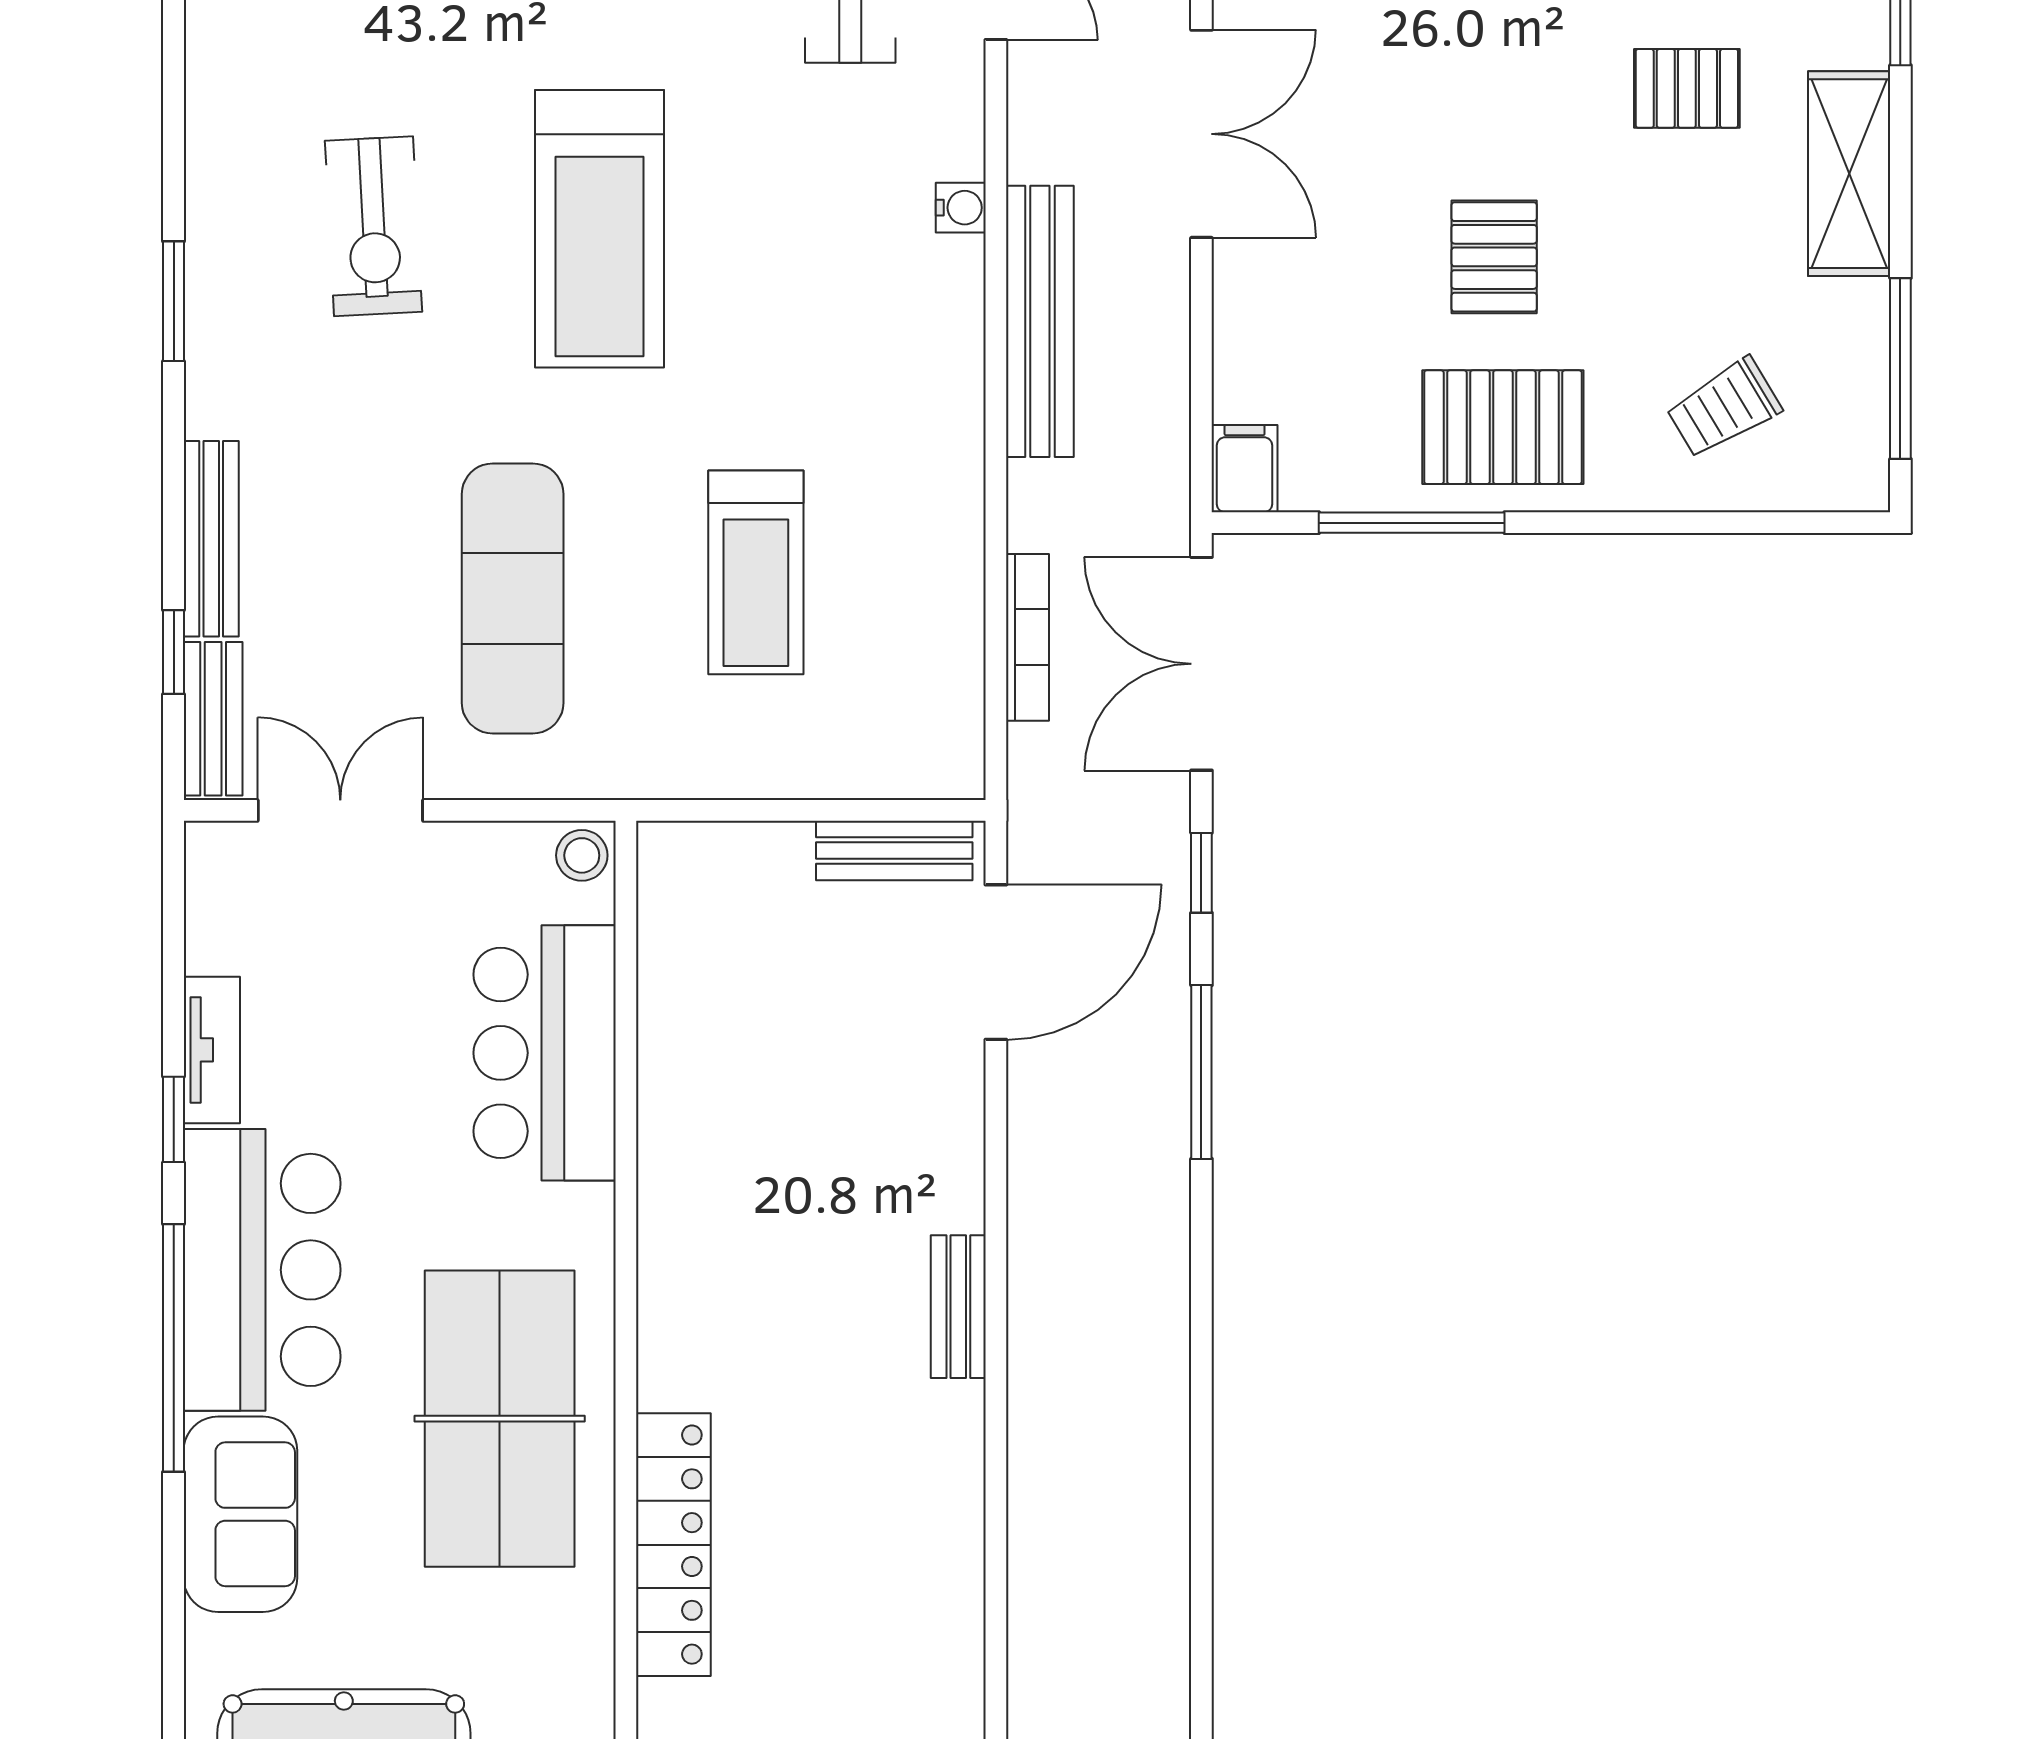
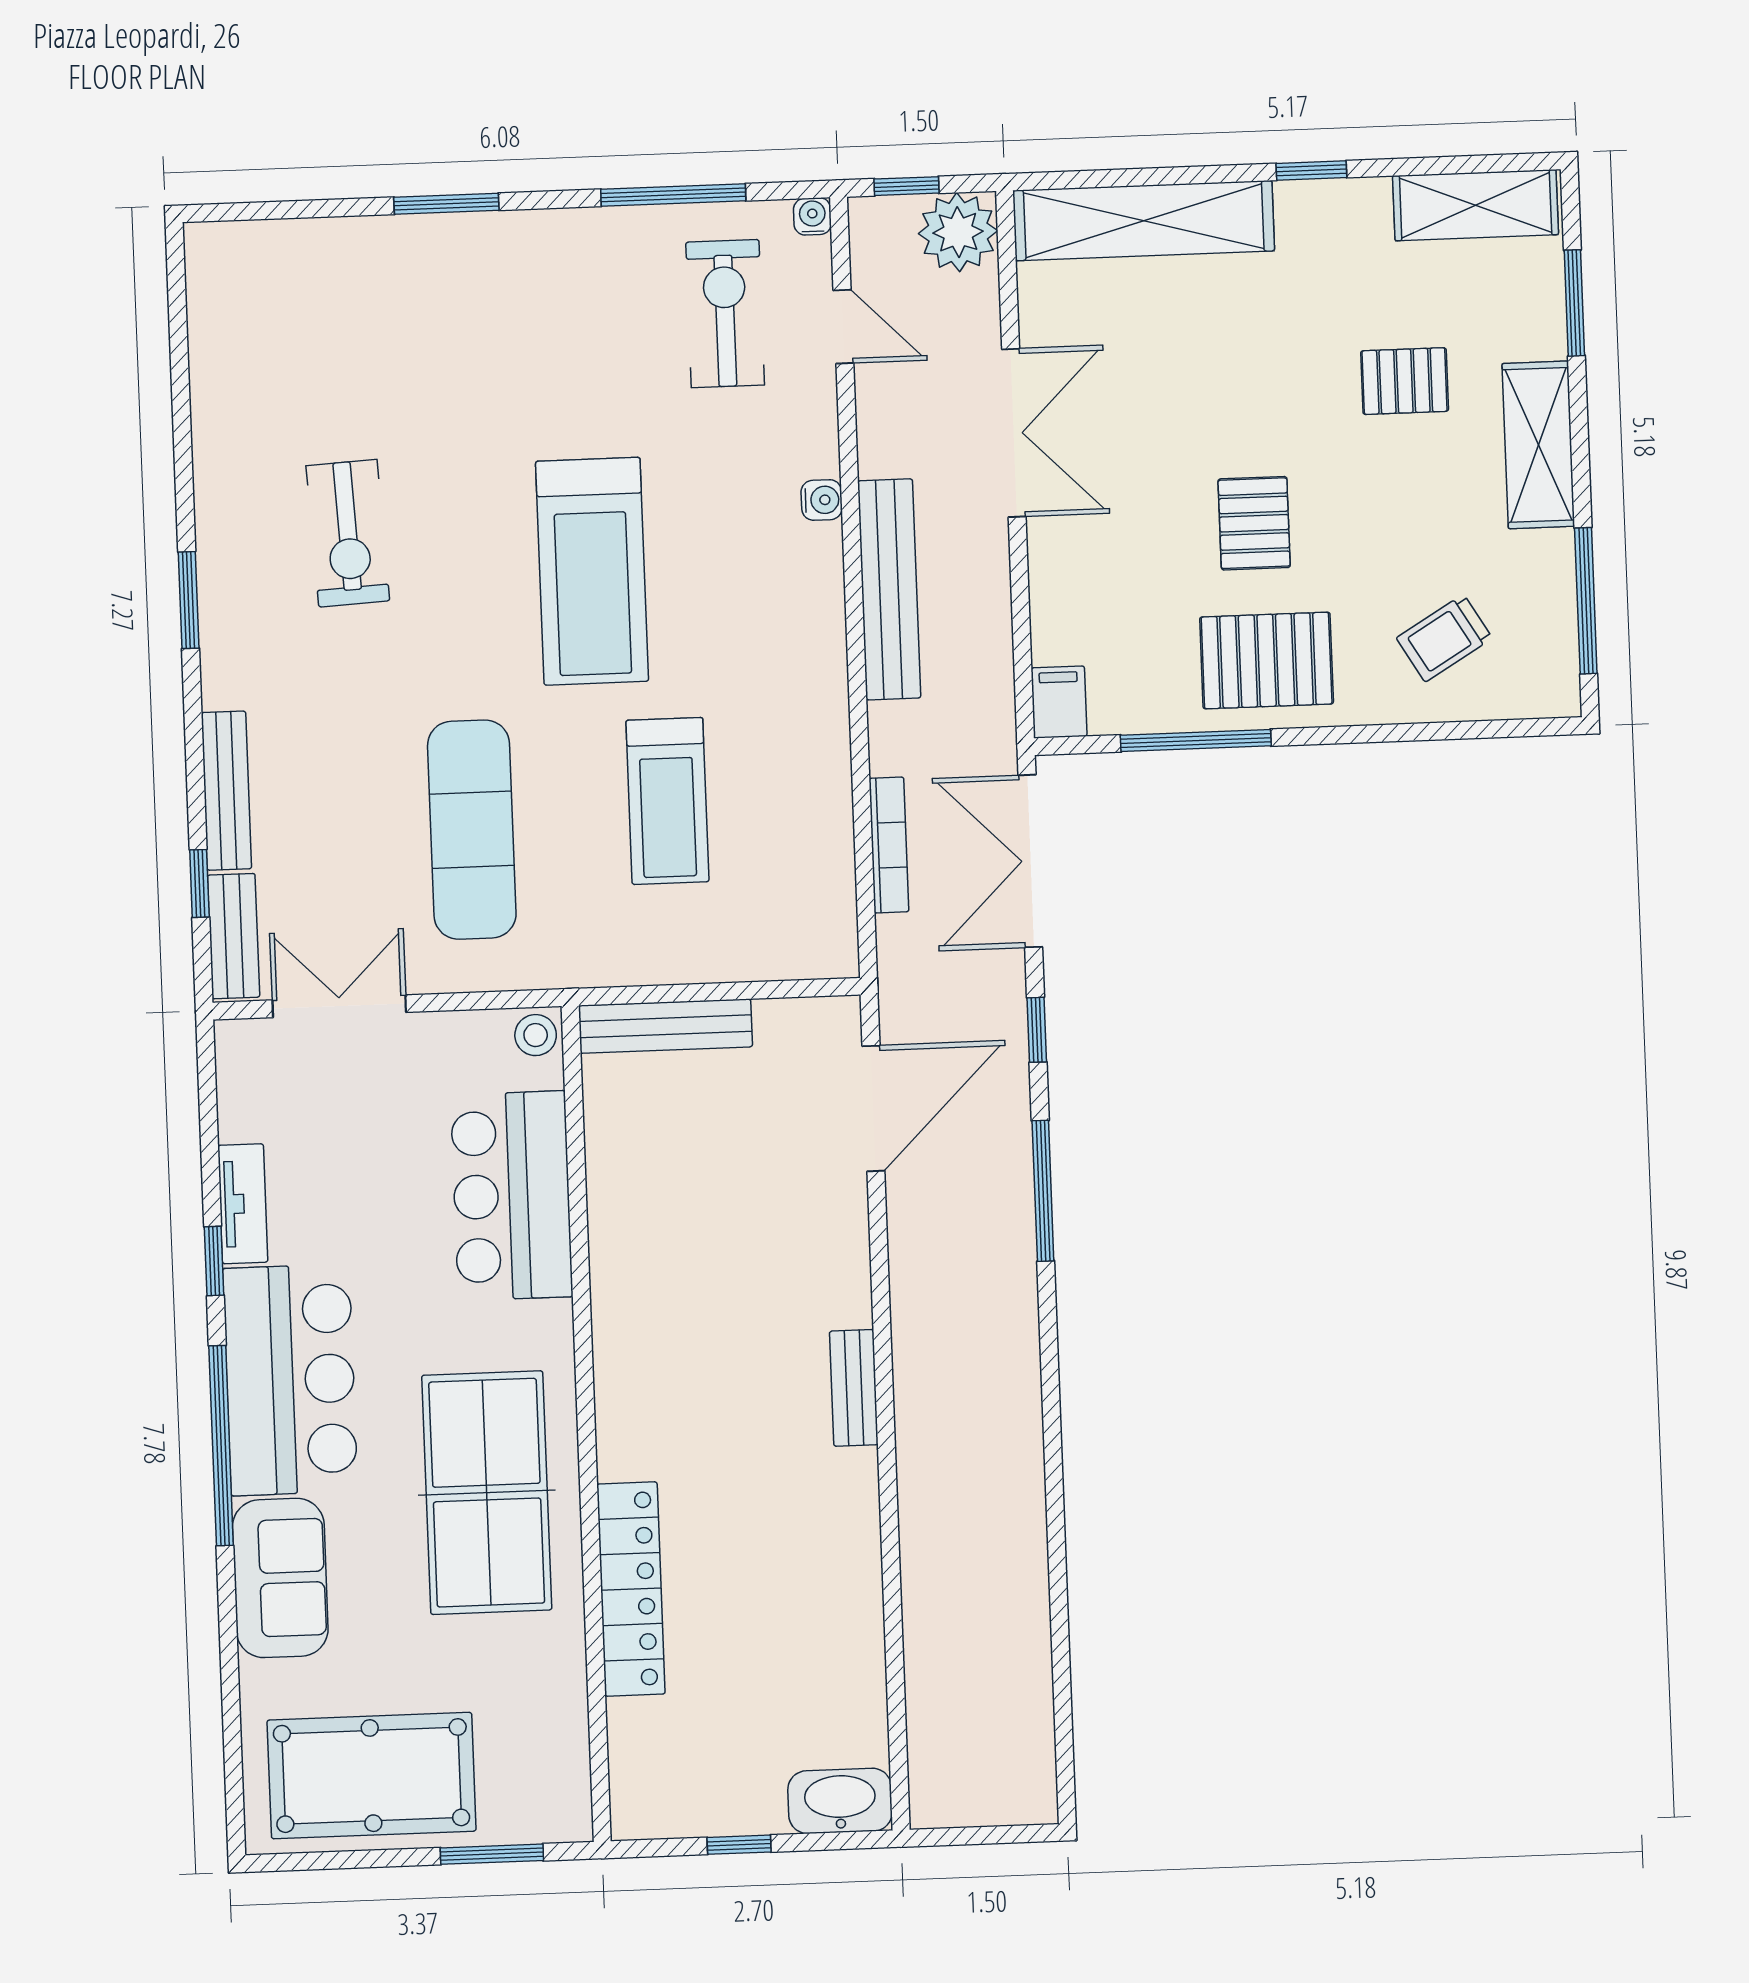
treadmill: (600, 229) -> (592, 571), moved
bench: (894, 851) -> (665, 1026), moved, width x1.36

